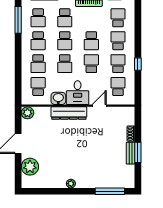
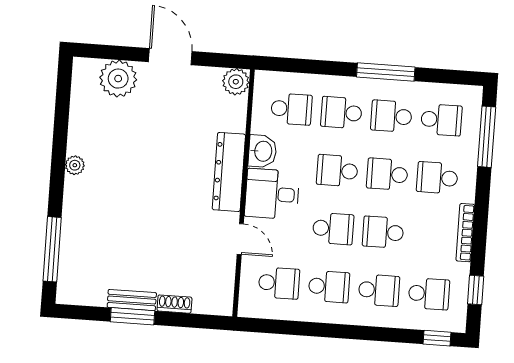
school desk: (38, 18) -> (441, 120), turned 180
window: (18, 20) -> (386, 72), moved
window: (138, 64) -> (437, 338), moved

